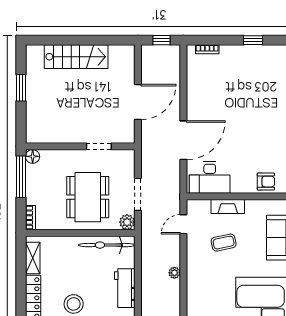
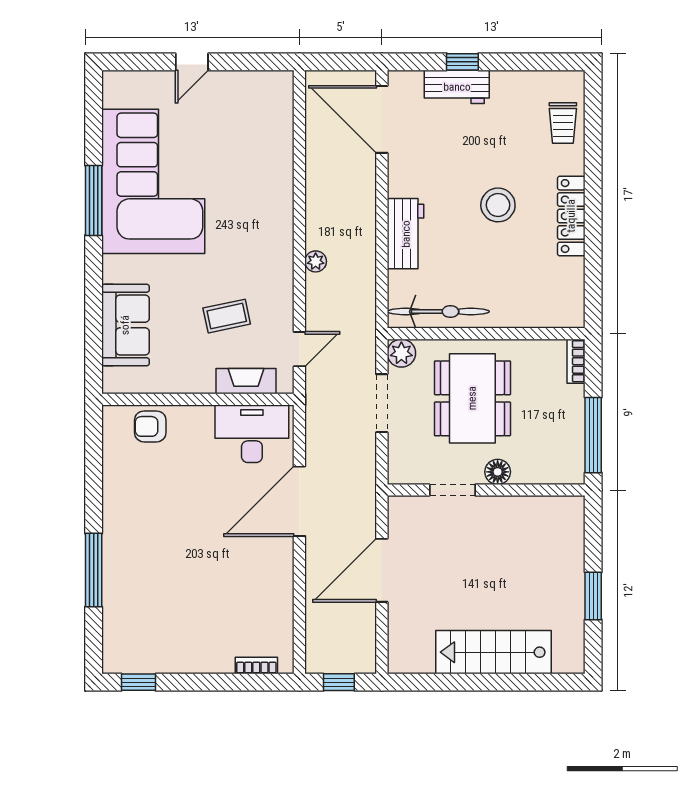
window: (253, 40) -> (139, 682), moved
floor lamp: (33, 156) -> (498, 472), moved
fireplace: (228, 207) -> (246, 381), moved
shelving: (33, 258) -> (572, 288), removed

